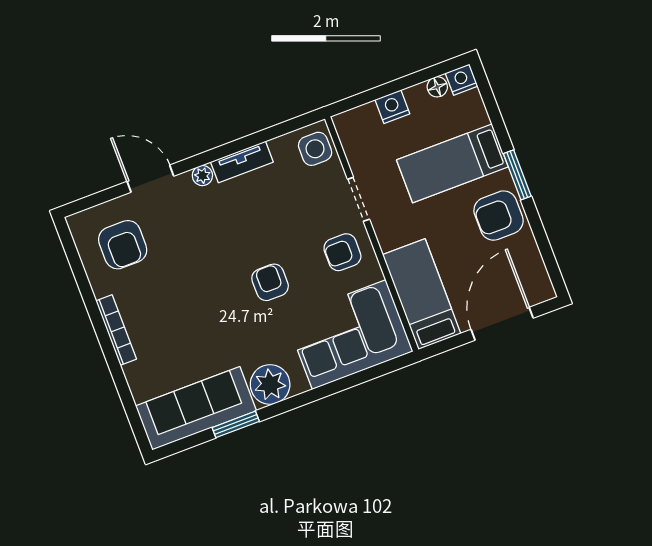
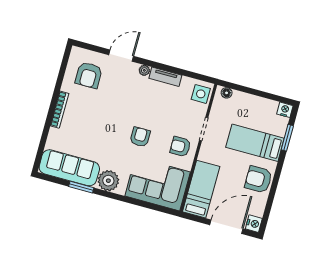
floor lamp: (437, 87) -> (227, 93), moved
nightstand: (392, 107) -> (254, 224), moved, turned 90
window: (517, 175) -> (287, 138), moved
door: (150, 179) -> (121, 56), hinge flipped

